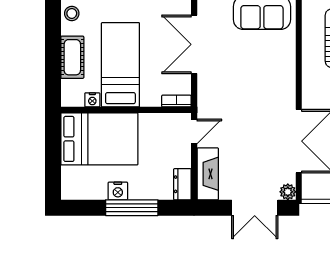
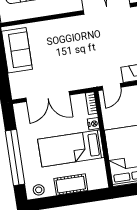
nightstand: (92, 100) -> (94, 124), moved
door: (194, 131) -> (112, 87), swing flipped

